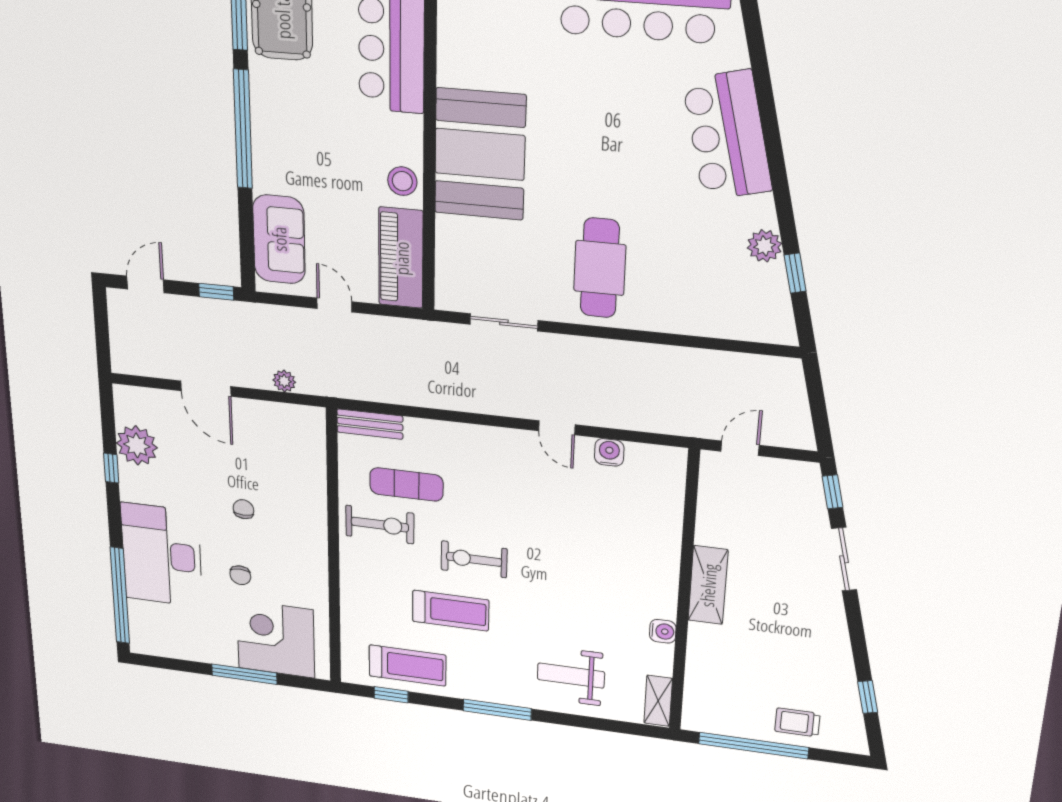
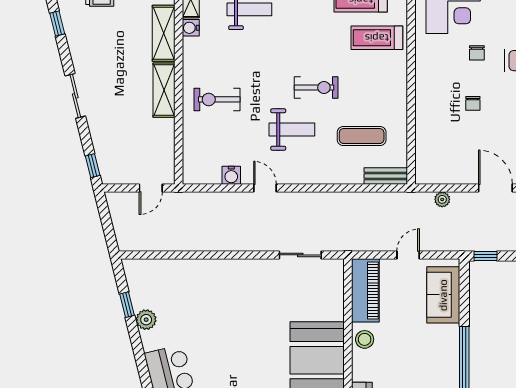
cafe table: (600, 268) -> (243, 296), removed
door: (334, 305) -> (408, 255), swing flipped
weight bench: (512, 506) -> (292, 130), added
exercise bike: (380, 525) -> (217, 99), moved
sliding door: (844, 559) -> (75, 96), moved
chair: (240, 575) -> (477, 53), turned 180
treadmill: (451, 611) -> (377, 38), moved
water cooler: (663, 631) -> (191, 28), moved
shelving: (703, 662) -> (164, 33), added

